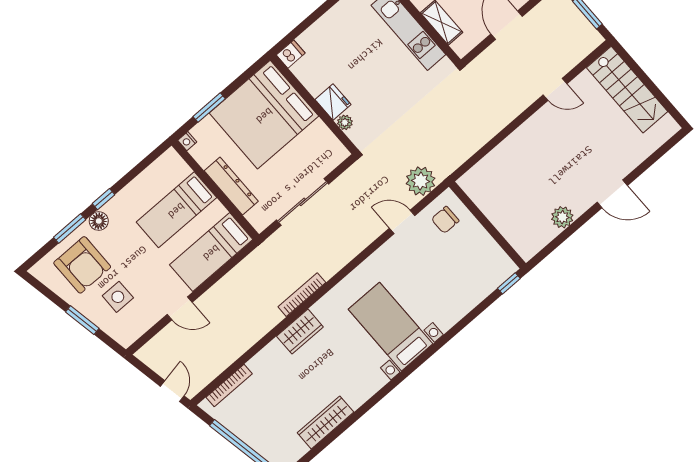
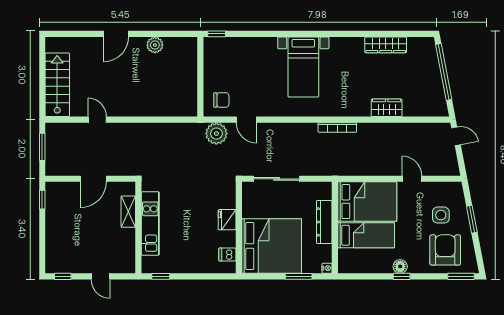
dishwasher: (291, 54) -> (227, 254), moved
plant: (345, 122) -> (230, 203), removed
door: (612, 194) -> (116, 34), swing flipped
sliding door: (302, 202) -> (277, 179), moved
floor lamp: (99, 221) -> (400, 266), moved
window: (70, 228) -> (461, 276), moved
bed: (211, 252) -> (367, 202), width x1.50
wardrobe: (300, 332) -> (387, 108), moved
bookcase: (229, 386) -> (422, 112), removed
door: (172, 391) -> (456, 136), swing flipped

